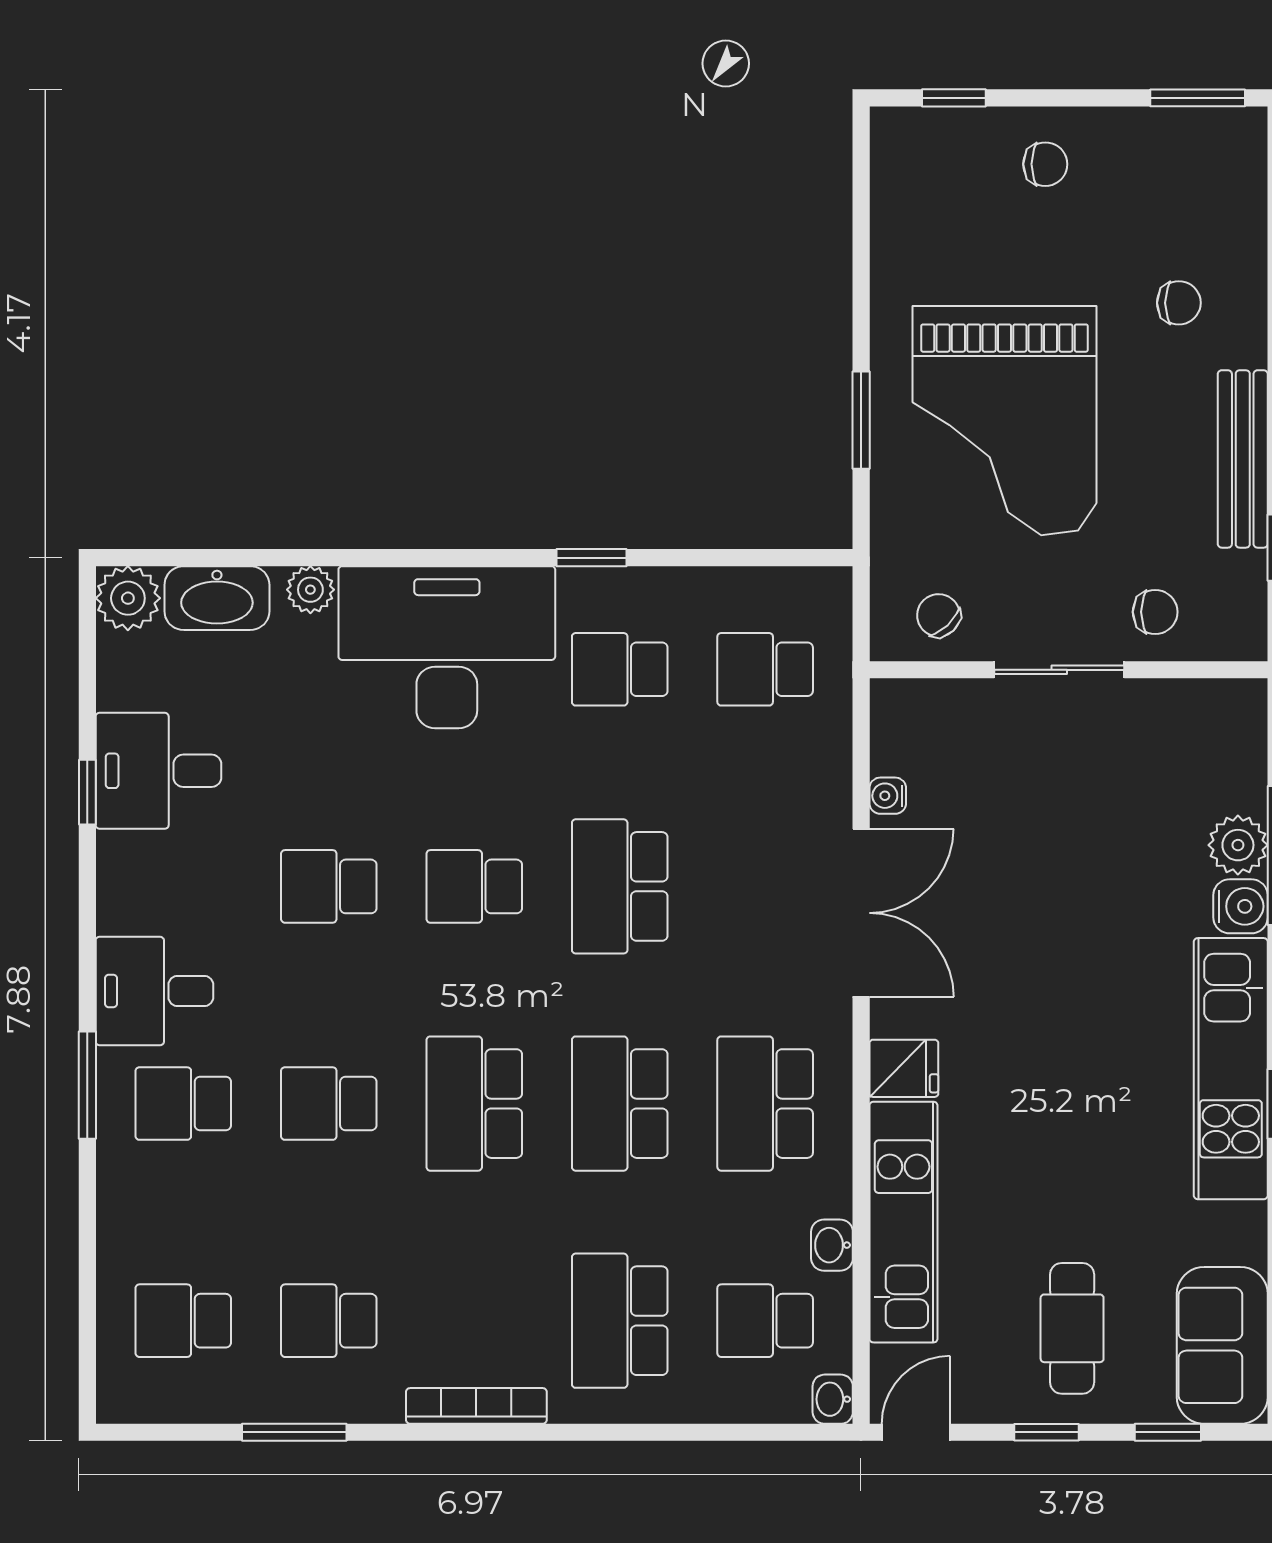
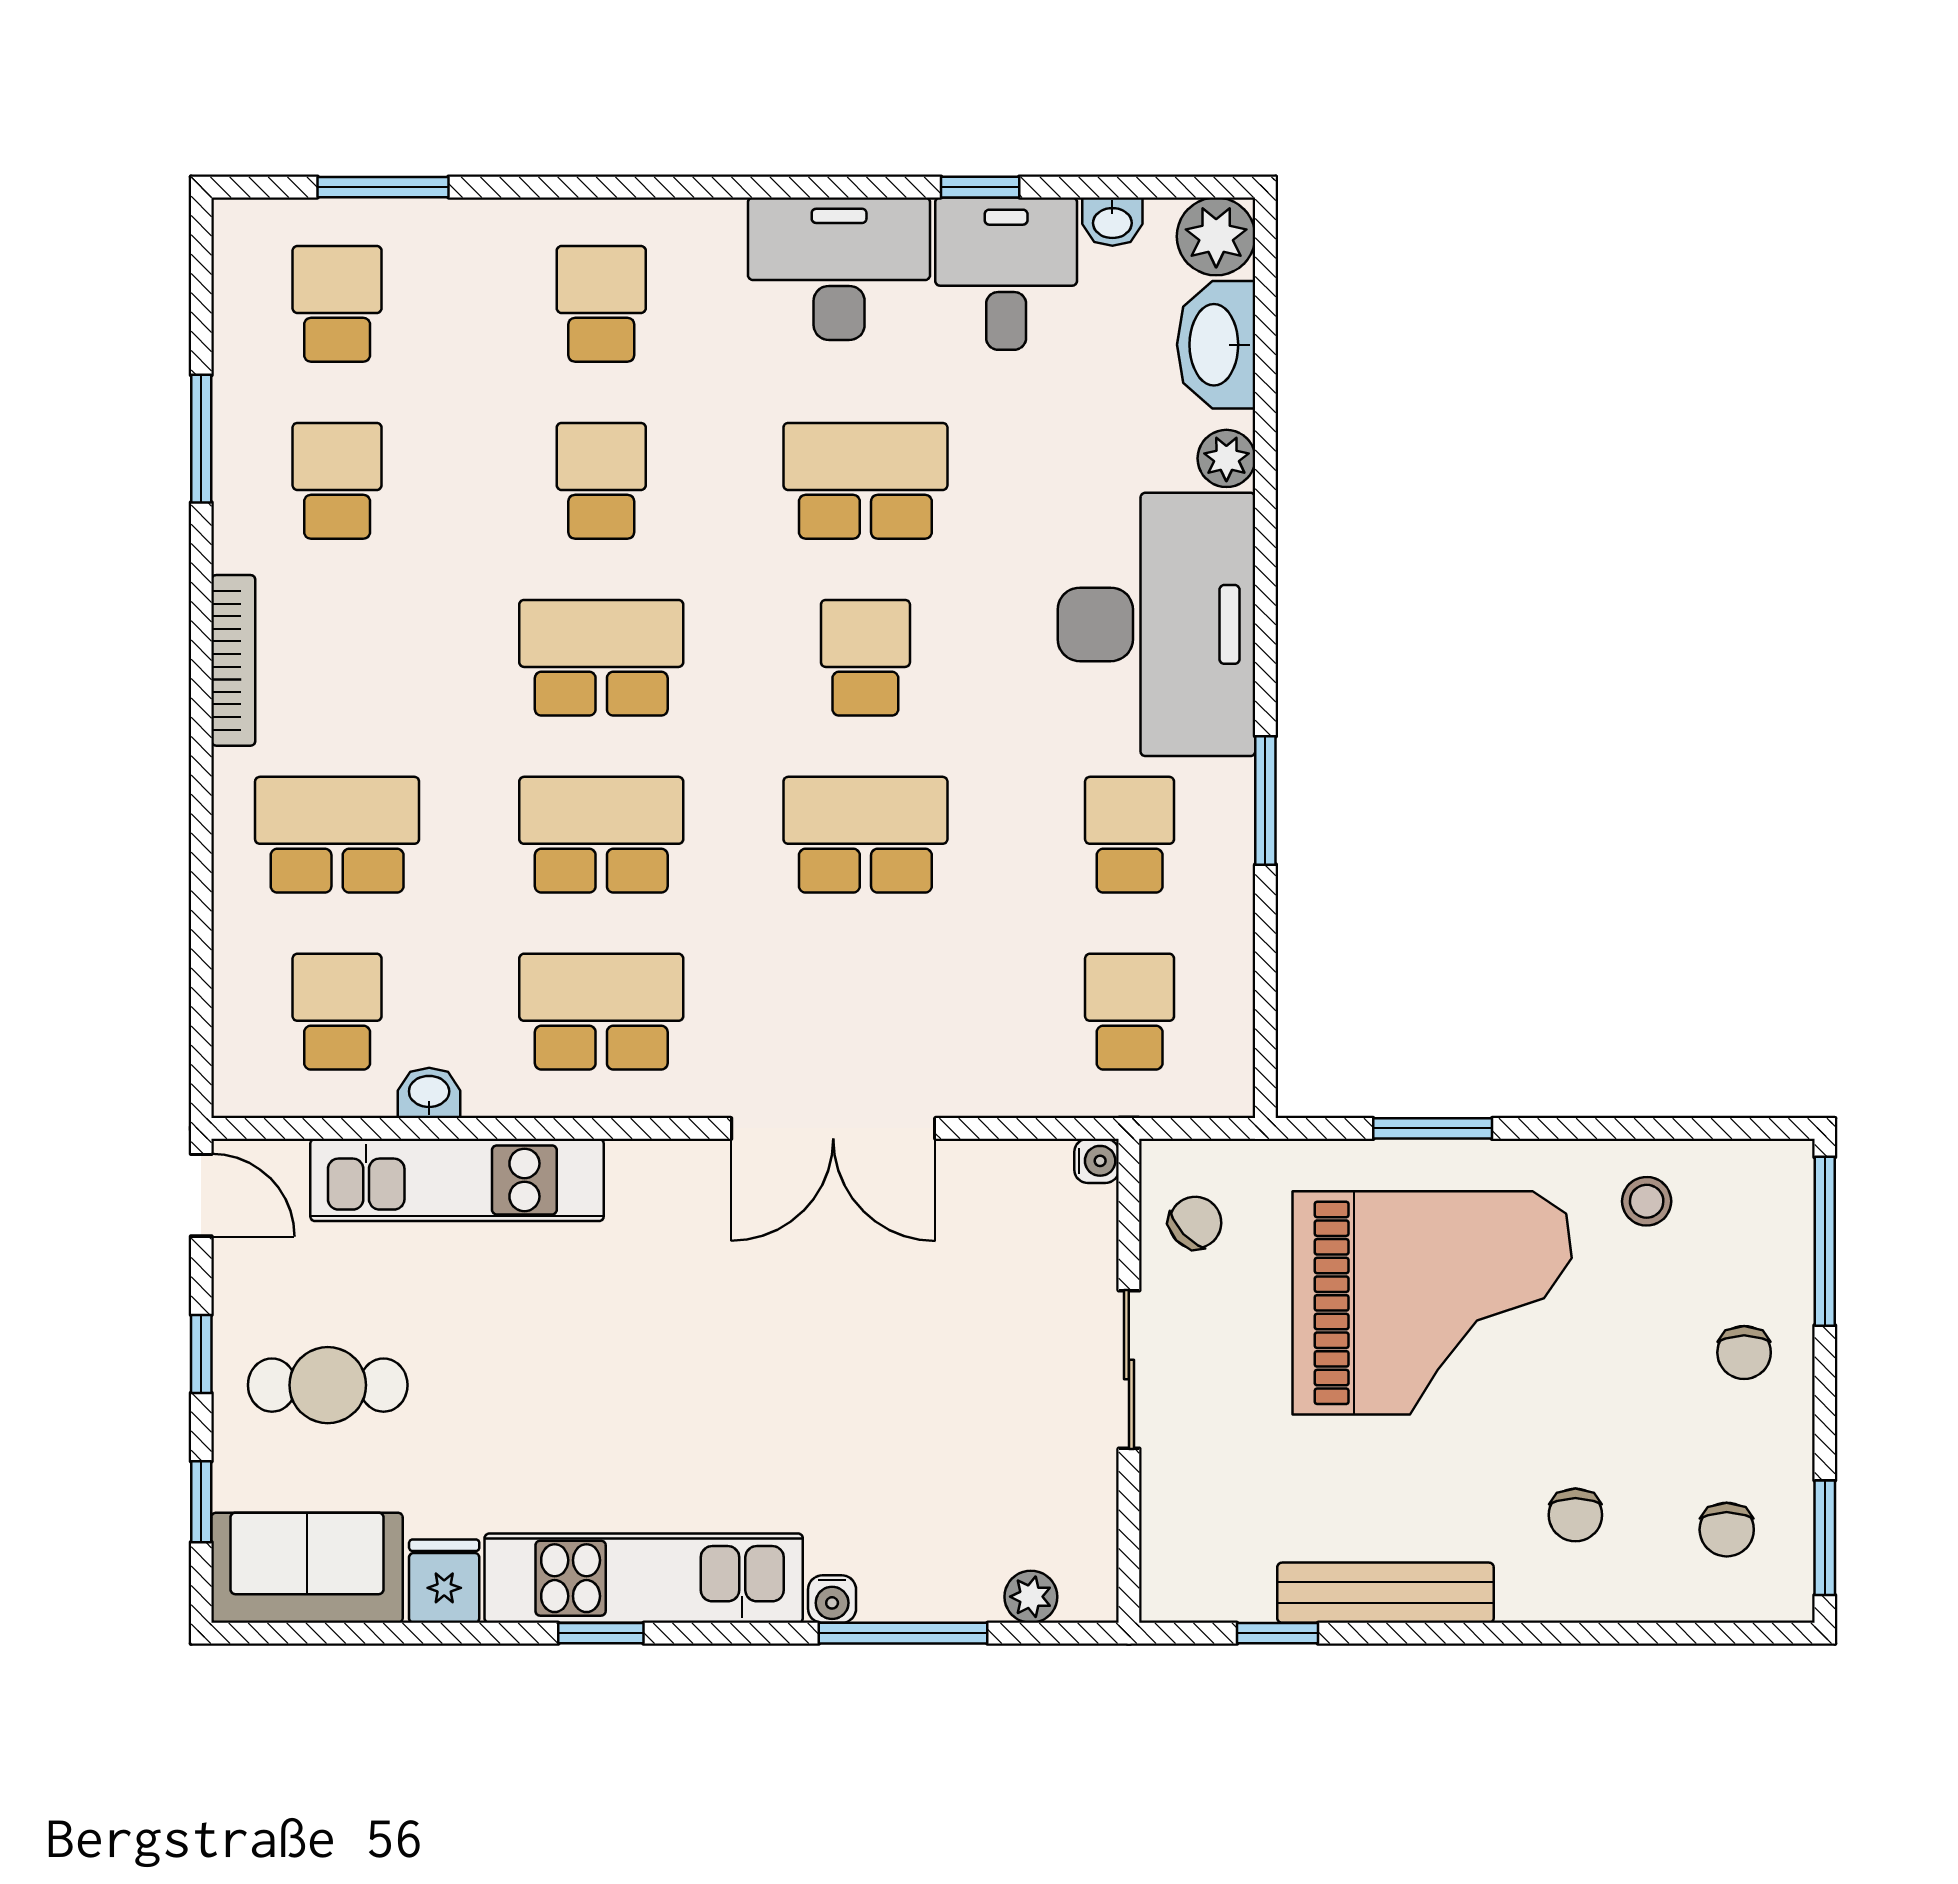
window: (954, 98) -> (1825, 1241), width x2.17
stool: (921, 244) -> (1647, 1201), added
grand piano: (1004, 421) -> (1432, 1303), turned 180
window: (591, 558) -> (1265, 800), width x1.50
chair: (1155, 612) -> (1727, 1530), moved
water cooler: (888, 796) -> (1097, 1161), moved, turned 90
plant: (1238, 845) -> (1031, 1597), moved, width x0.73, depth x0.73
school desk: (329, 886) -> (865, 481), width x1.85
water cooler: (1240, 906) -> (832, 1599), width x0.72, depth x0.72
desk: (154, 991) -> (839, 269), moved, width x1.37
fridge: (904, 1068) -> (444, 1581), moved, turned 180
window: (87, 1085) -> (383, 187), moved
washbasin: (833, 1399) -> (1112, 222), moved, turned 180

